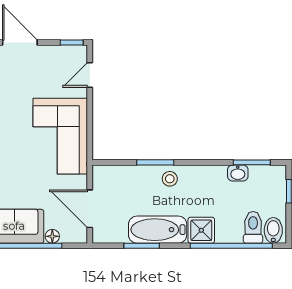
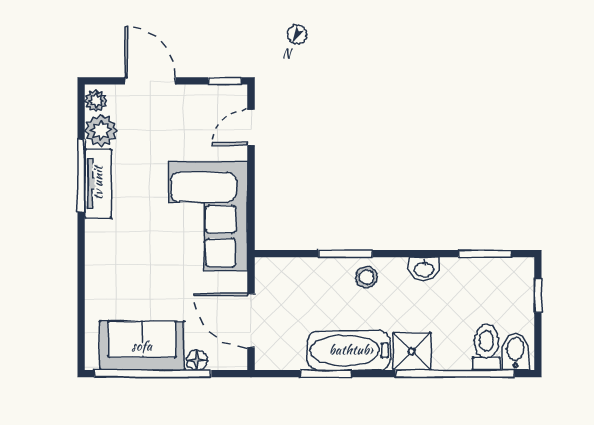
washbasin: (238, 173) -> (424, 269), moved

